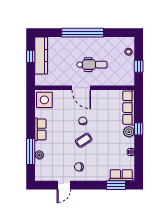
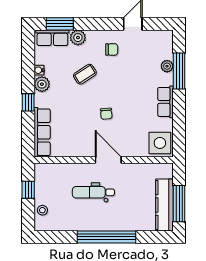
window: (31, 56) -> (179, 204), width x2.17
plant: (129, 132) -> (42, 84), moved
coffee table: (84, 140) -> (85, 74), moved
plant: (103, 175) -> (78, 38), added

